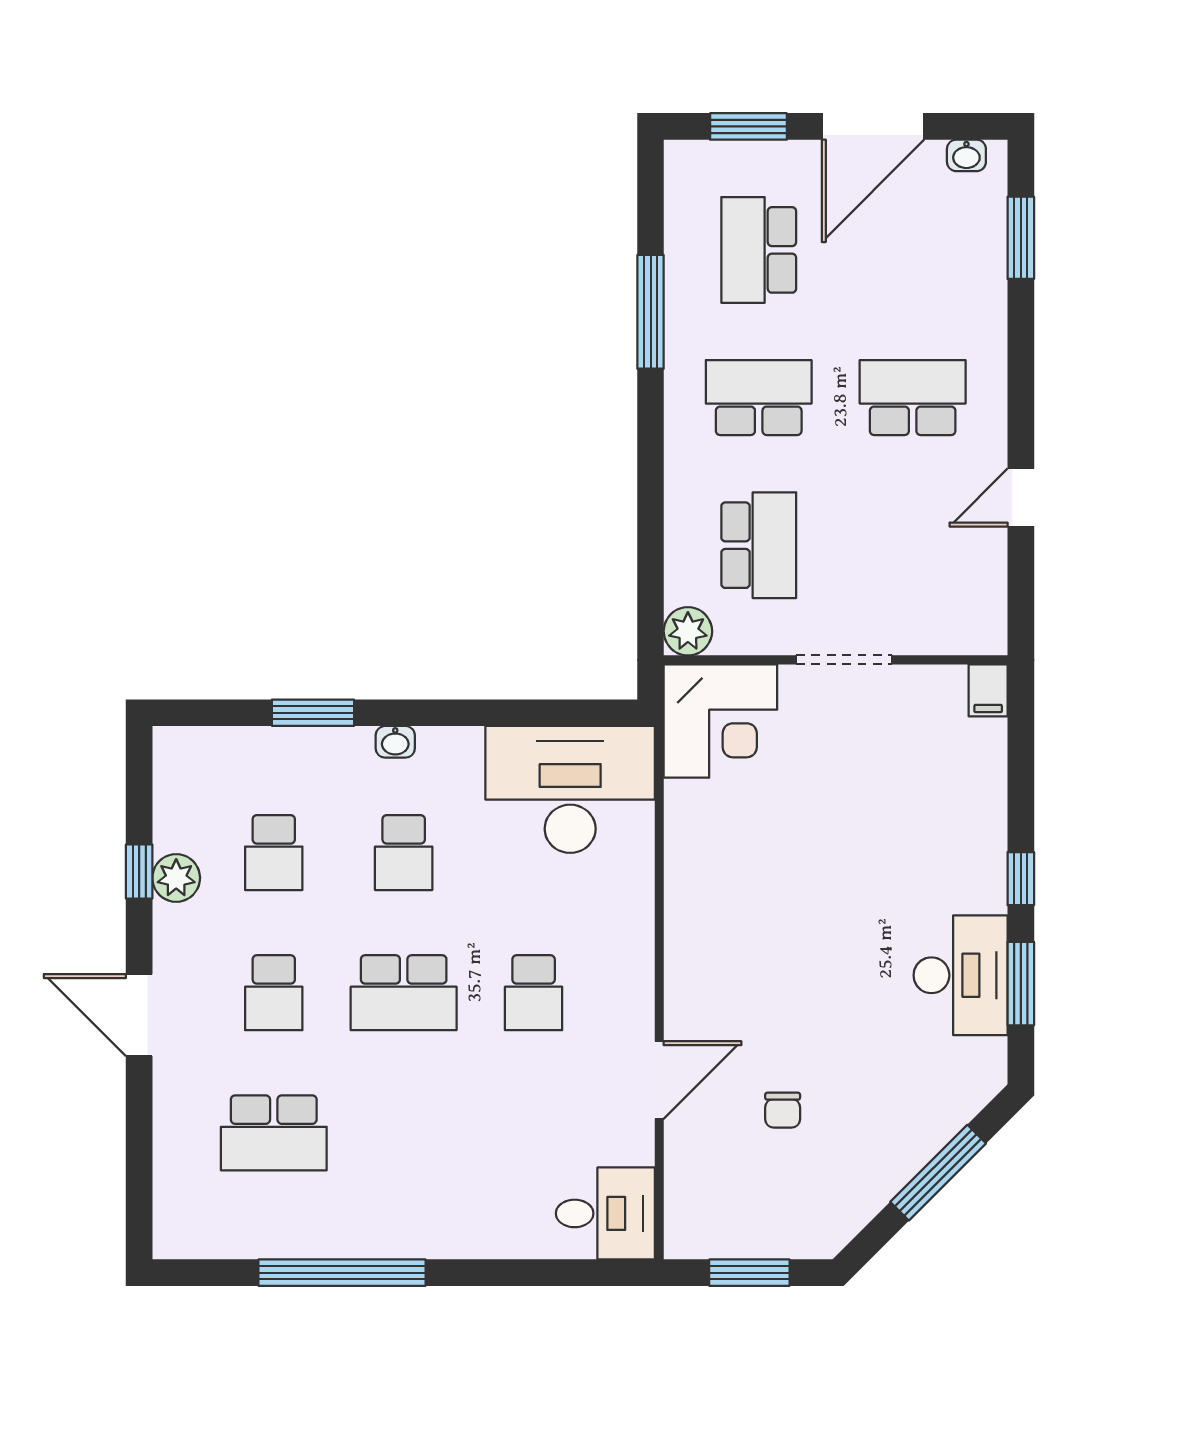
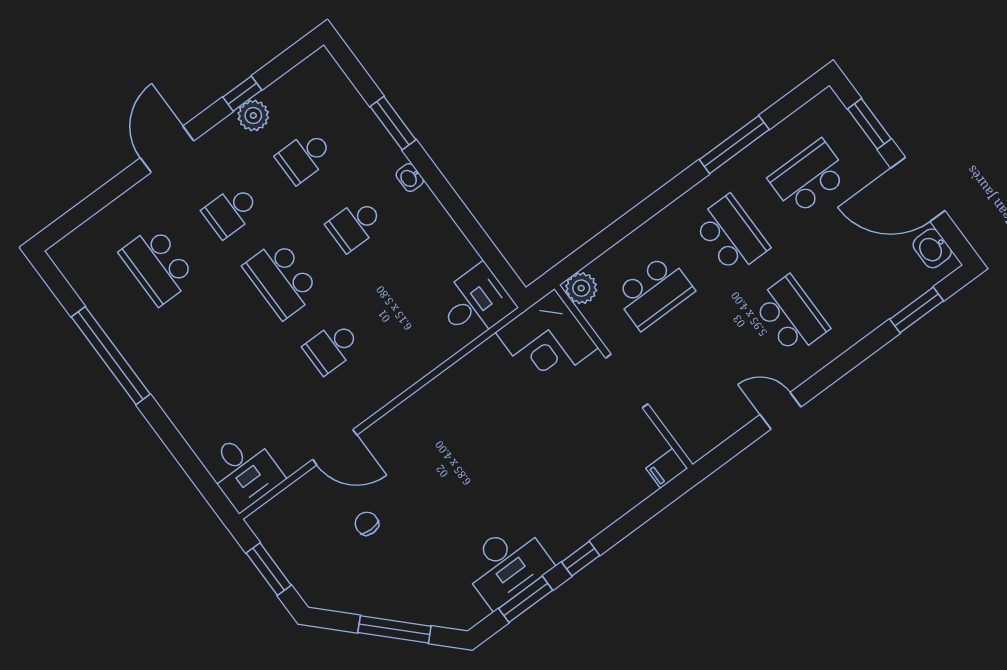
washbasin: (966, 155) -> (932, 248), width x1.38, depth x1.45
desk: (570, 789) -> (476, 303), width x0.53, depth x0.77
chair: (783, 1110) -> (367, 524), turned 90

